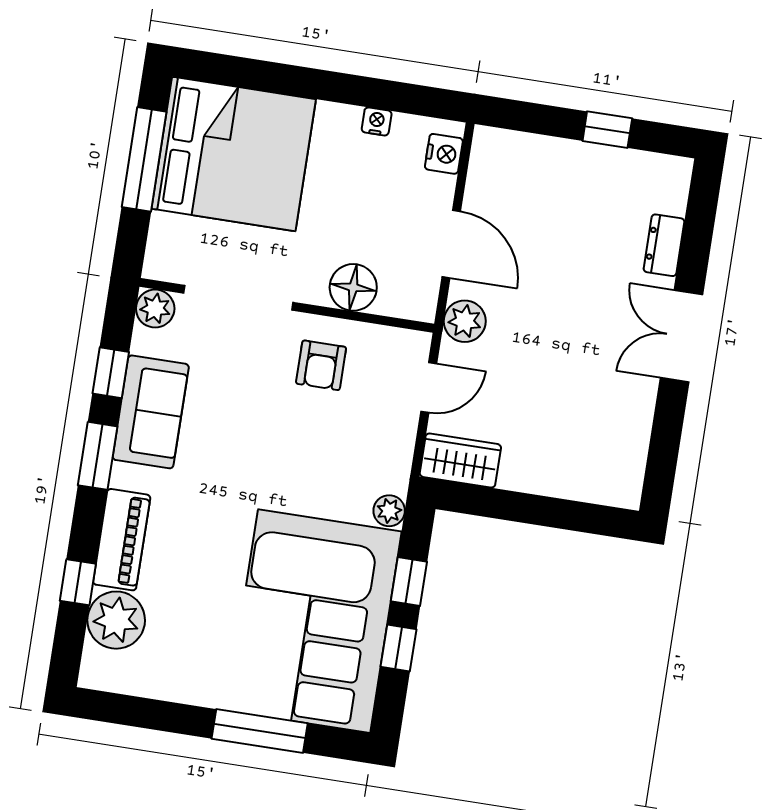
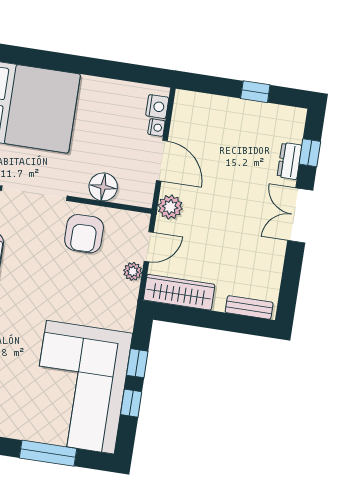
nightstand: (377, 121) -> (156, 128), moved, turned 90
window: (698, 232) -> (310, 153), added
armchair: (321, 365) -> (84, 234), width x1.38, depth x1.38
wardrobe: (460, 460) -> (179, 292), width x1.50
bench: (596, 489) -> (249, 307), added
plant: (389, 511) -> (133, 271), moved

